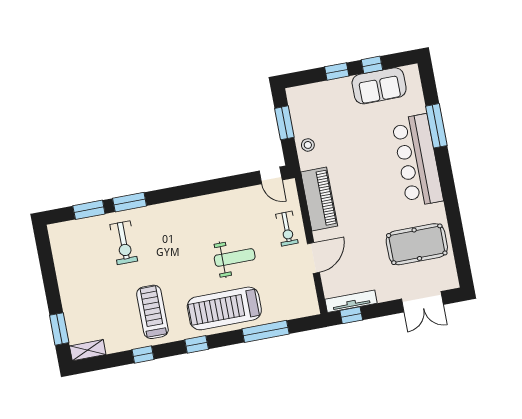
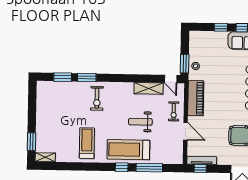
window: (284, 123) -> (185, 64), moved
shelving: (237, 199) -> (149, 88), added
exercise bike: (124, 243) -> (97, 98), moved
weight bench: (235, 258) -> (140, 122), turned 180
door: (313, 258) -> (185, 131), hinge flipped
window: (197, 344) -> (122, 167), moved
window: (143, 355) -> (76, 166), removed

